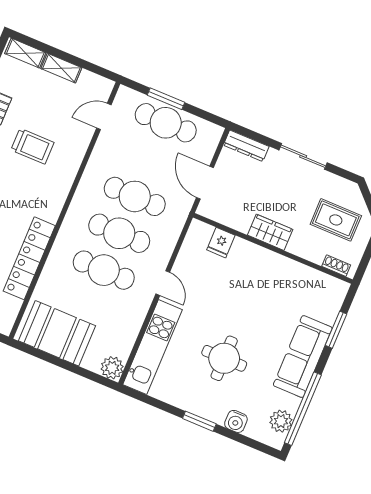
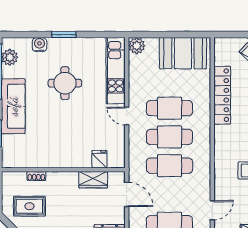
wardrobe: (270, 232) -> (93, 180), moved
shoe rack: (336, 266) -> (36, 176), moved

